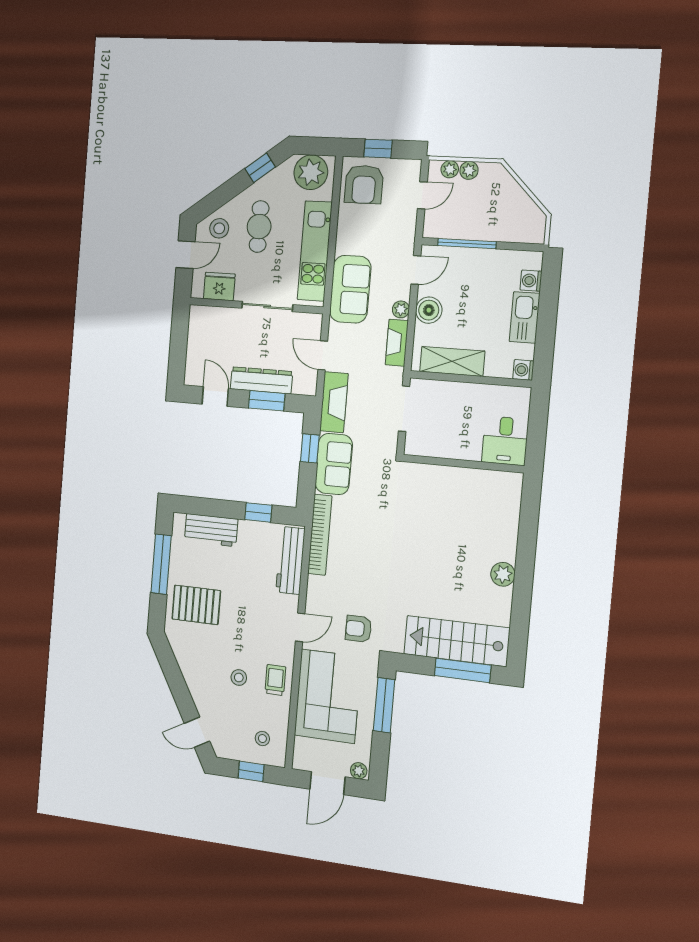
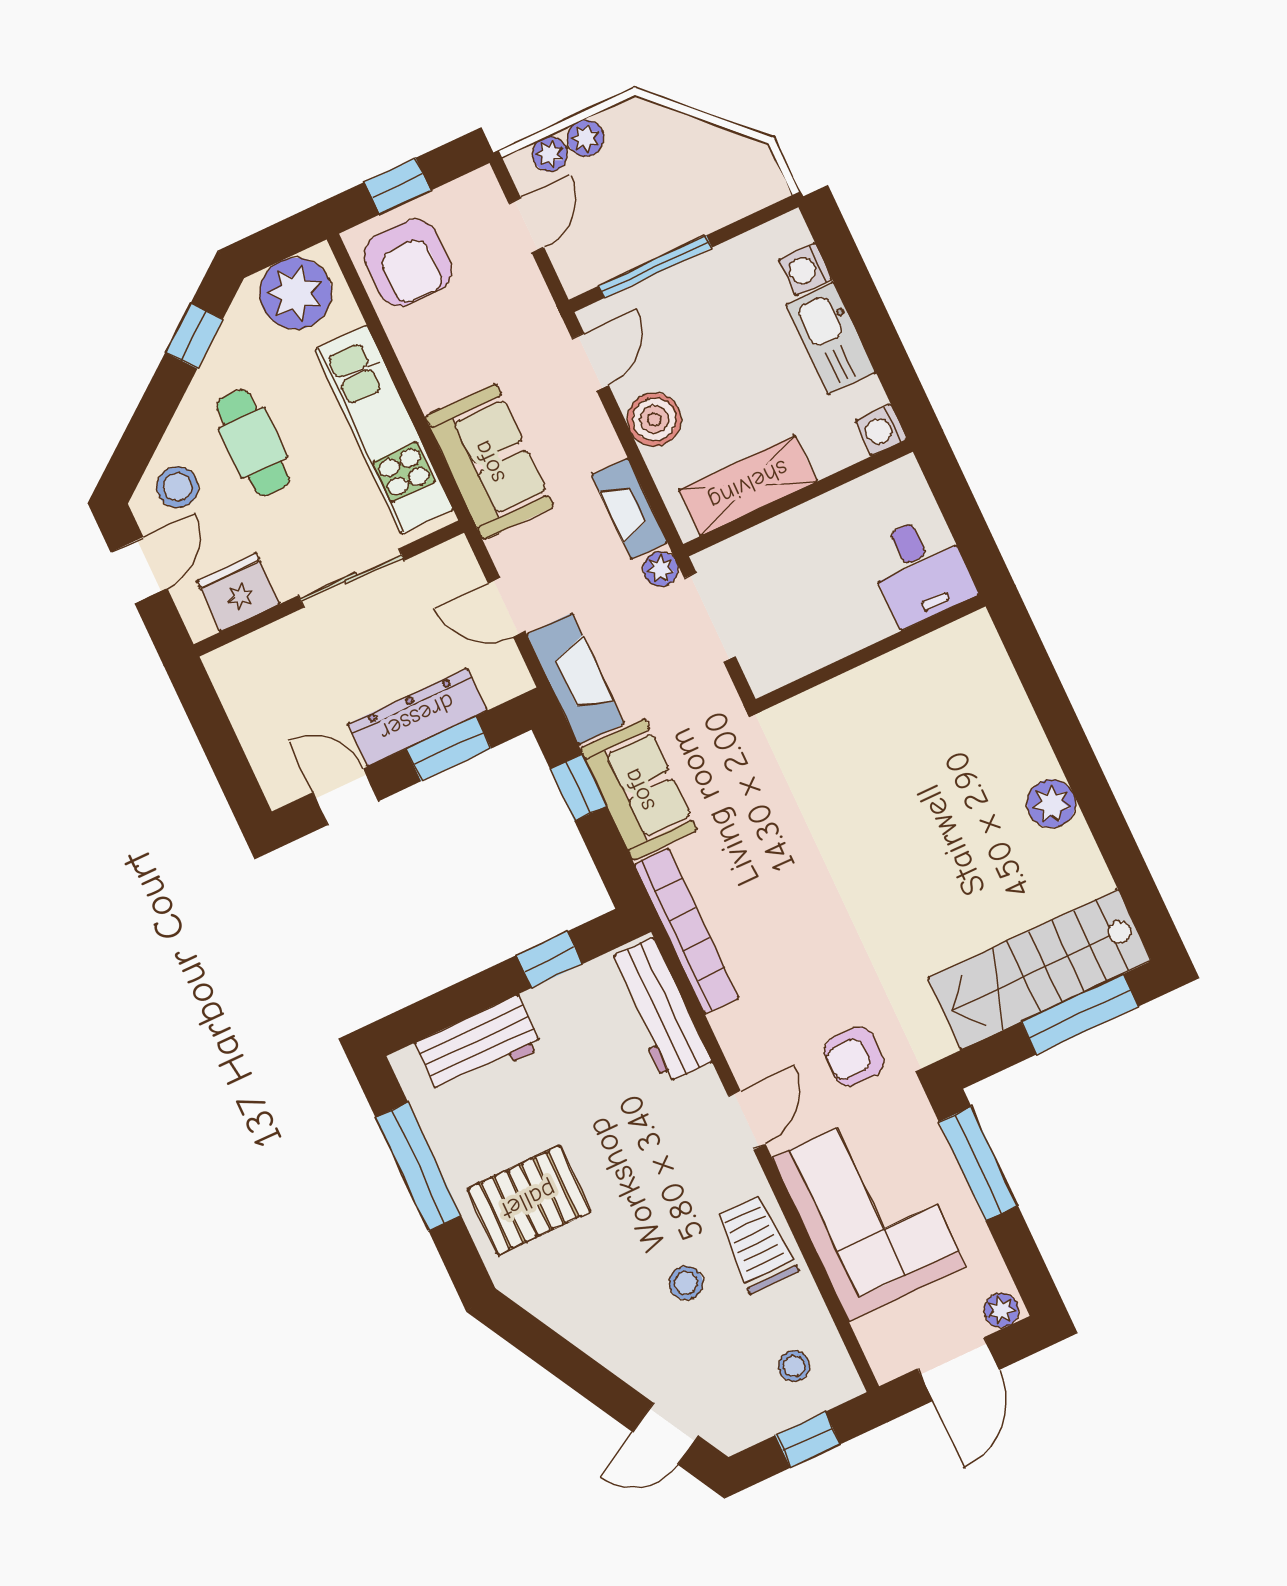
plant: (401, 309) -> (661, 569), moved
trolley: (275, 680) -> (756, 1244), width x1.36, depth x1.39

